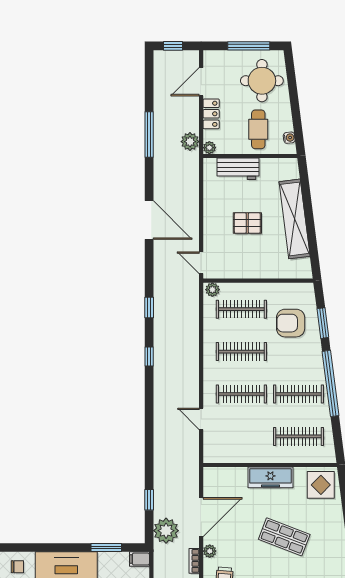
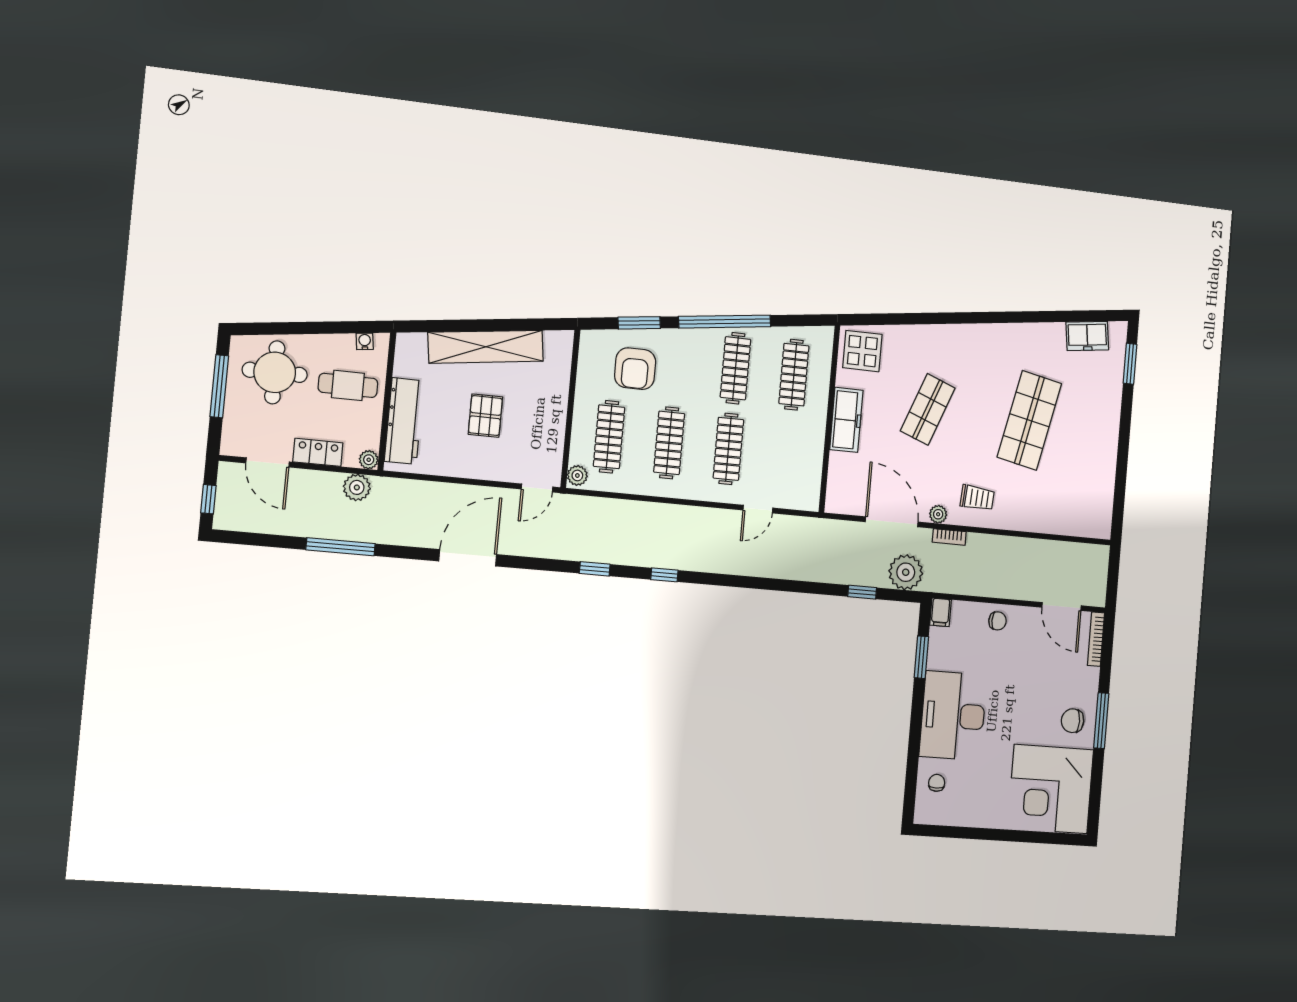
workbench: (238, 169) -> (404, 421), width x1.38

